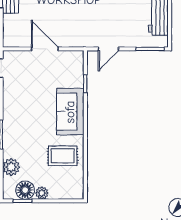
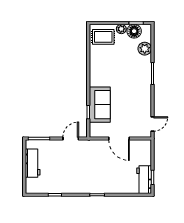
sofa: (70, 112) -> (100, 105), moved
rug: (63, 156) -> (103, 37), moved

